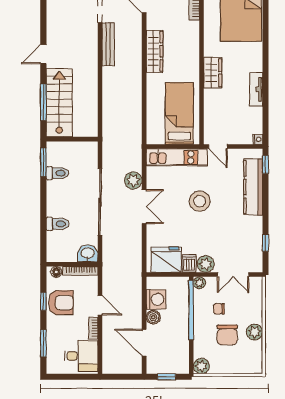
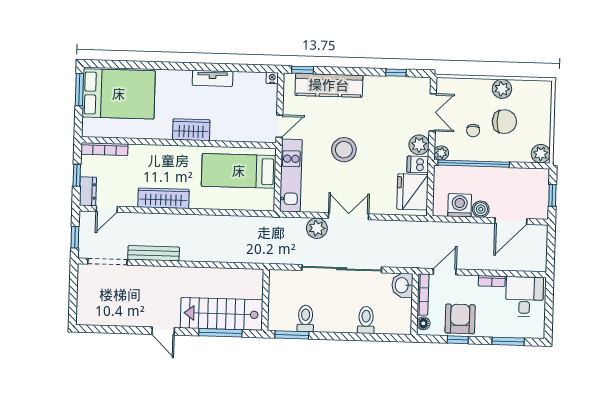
door: (100, 305) -> (445, 272), moved

